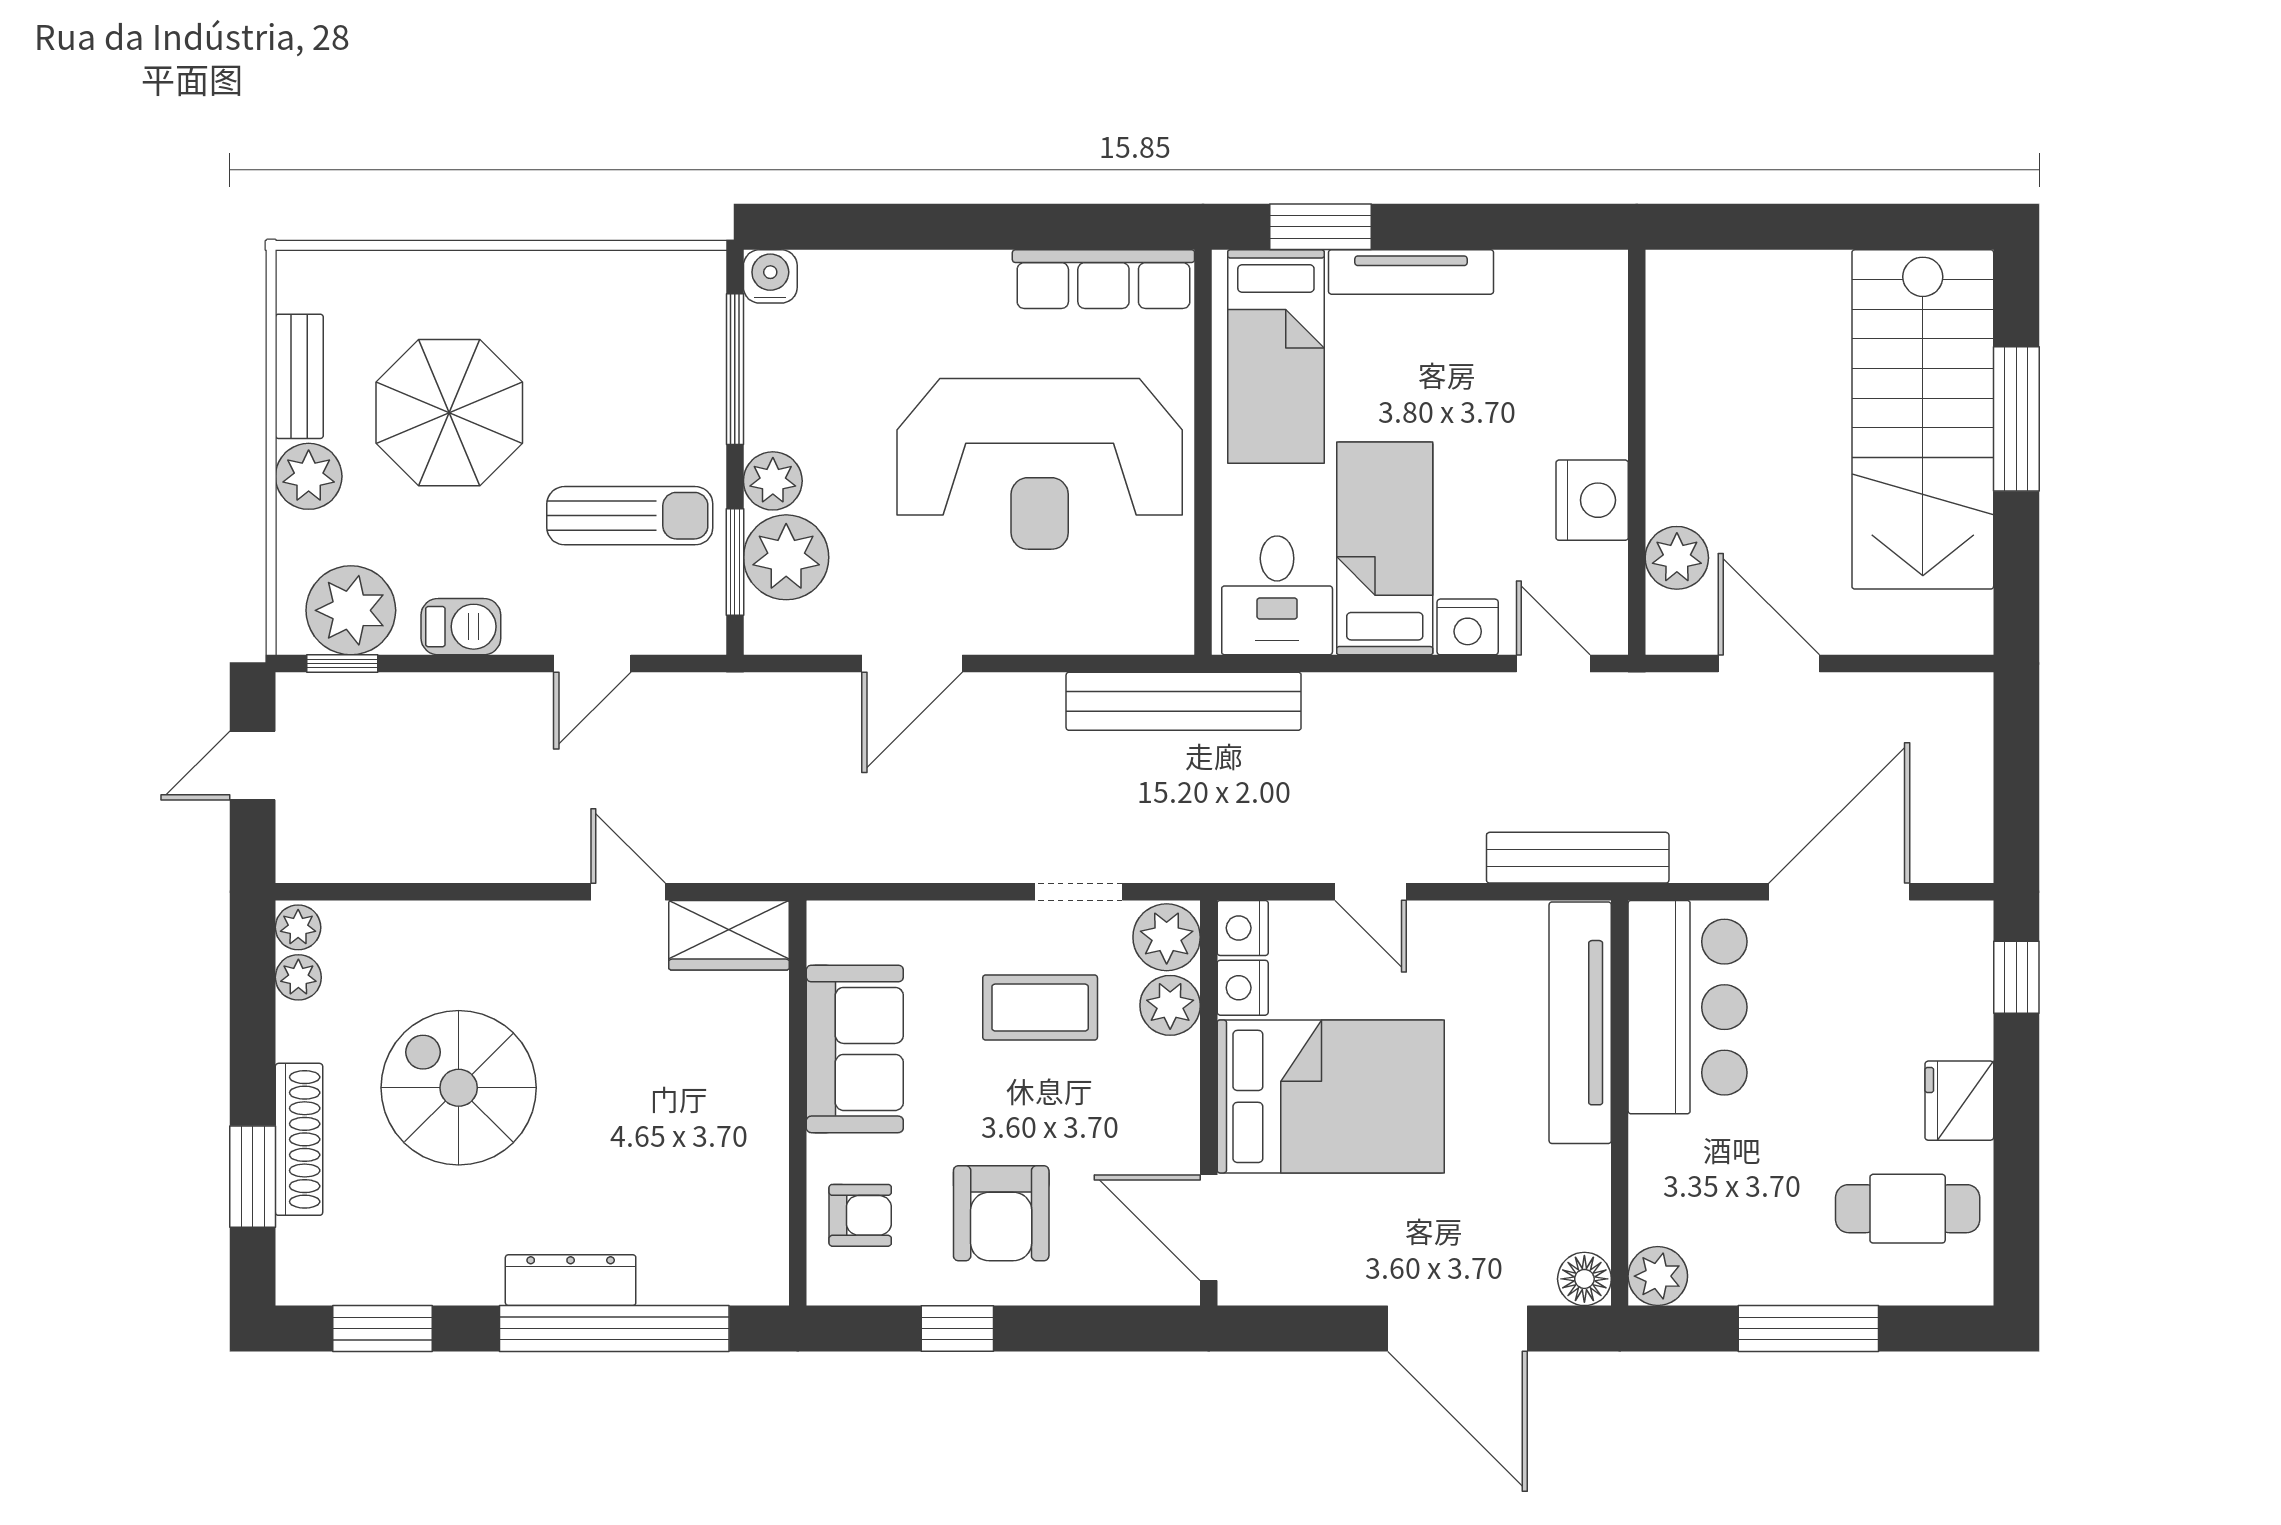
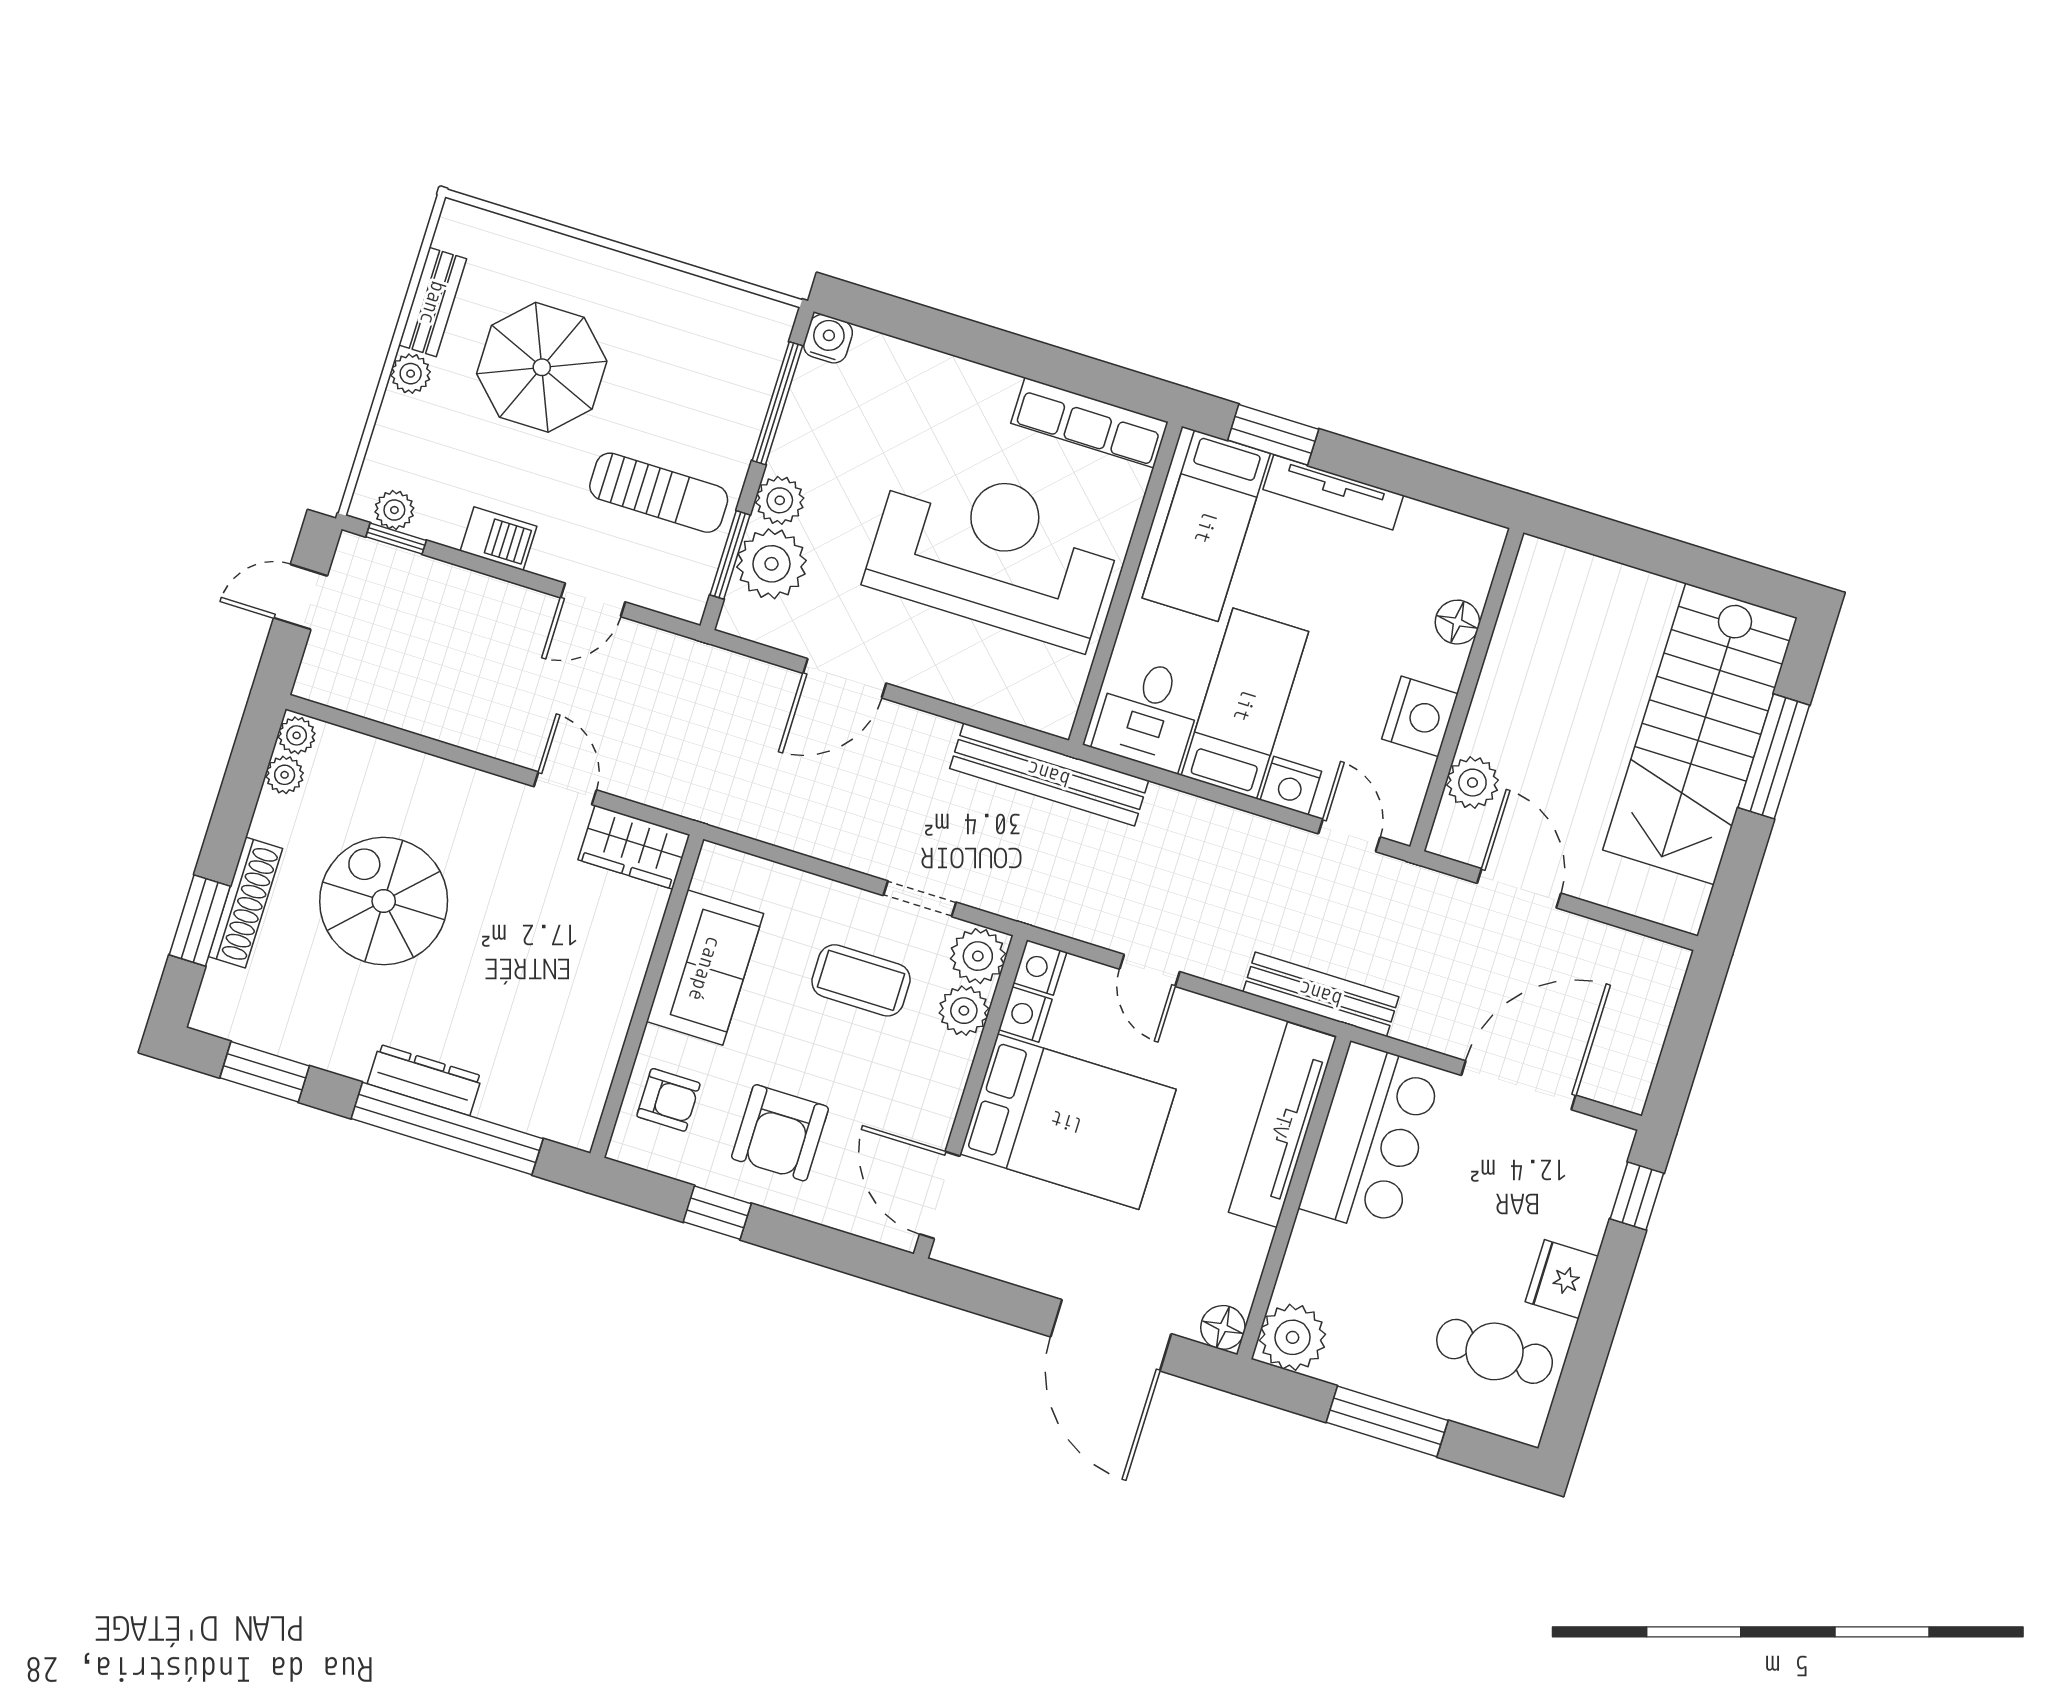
floor lamp: (1602, 377) -> (1457, 622), added
reception desk: (1040, 464) -> (994, 552), turned 180
plant: (309, 476) -> (411, 374), width x0.73, depth x0.73
plant: (351, 610) -> (394, 510), width x0.53, depth x0.53
plant: (1658, 1276) -> (1293, 1337), width x1.36, depth x1.36

